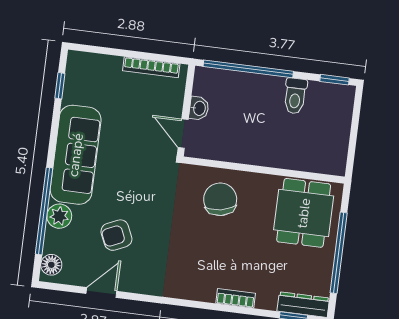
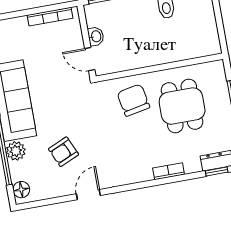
dining table: (304, 213) -> (182, 106), moved
door: (101, 292) -> (88, 195), moved

